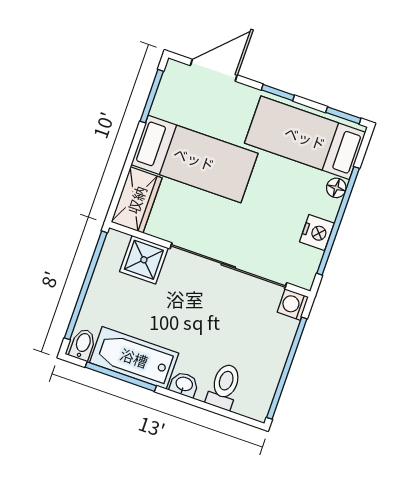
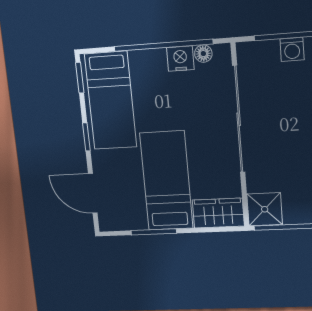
window: (152, 96) -> (154, 232), moved
floor lamp: (336, 188) -> (203, 54), moved
shower: (144, 260) -> (265, 209), moved
washing machine: (293, 304) -> (292, 49), moved

